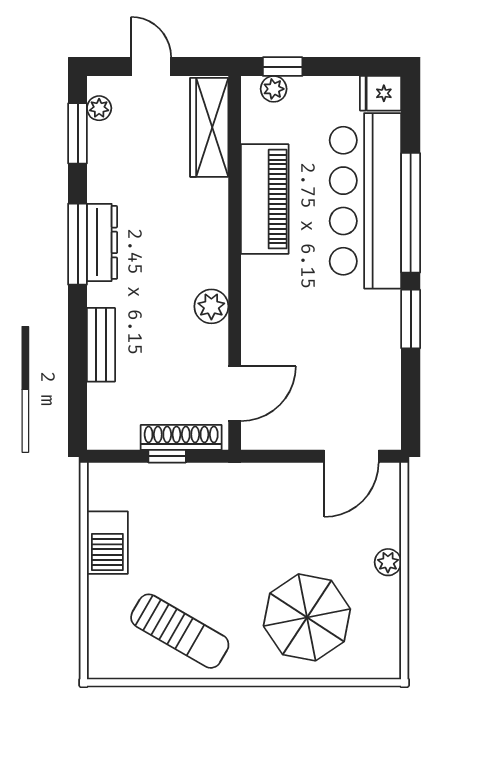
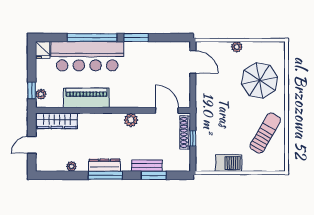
plant: (99, 108) -> (71, 166), moved
window: (78, 133) -> (154, 175), moved

